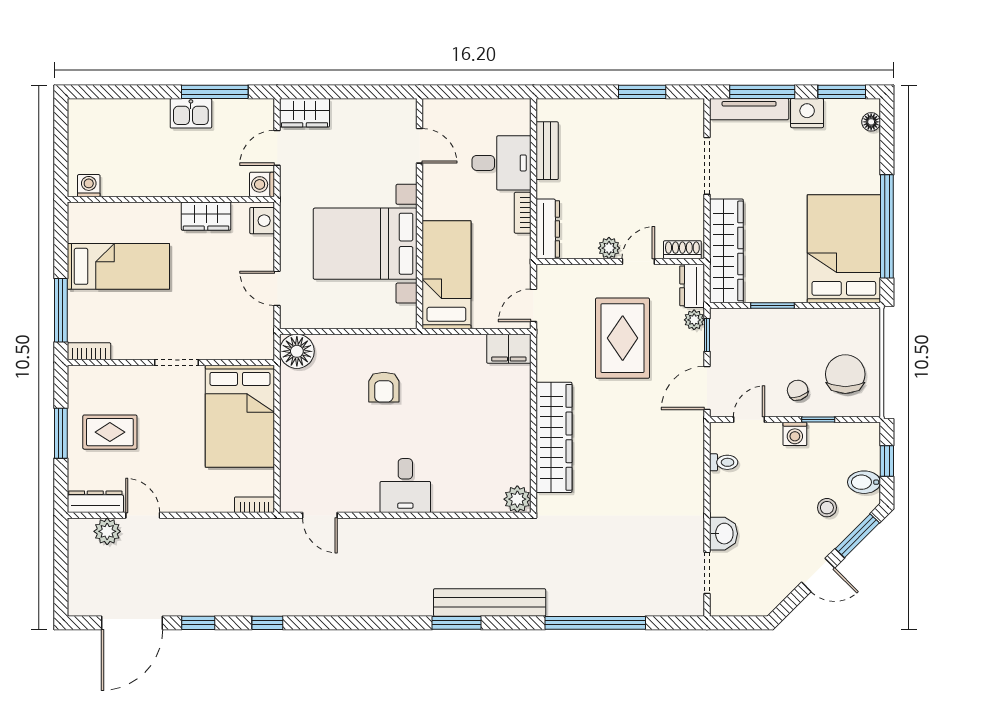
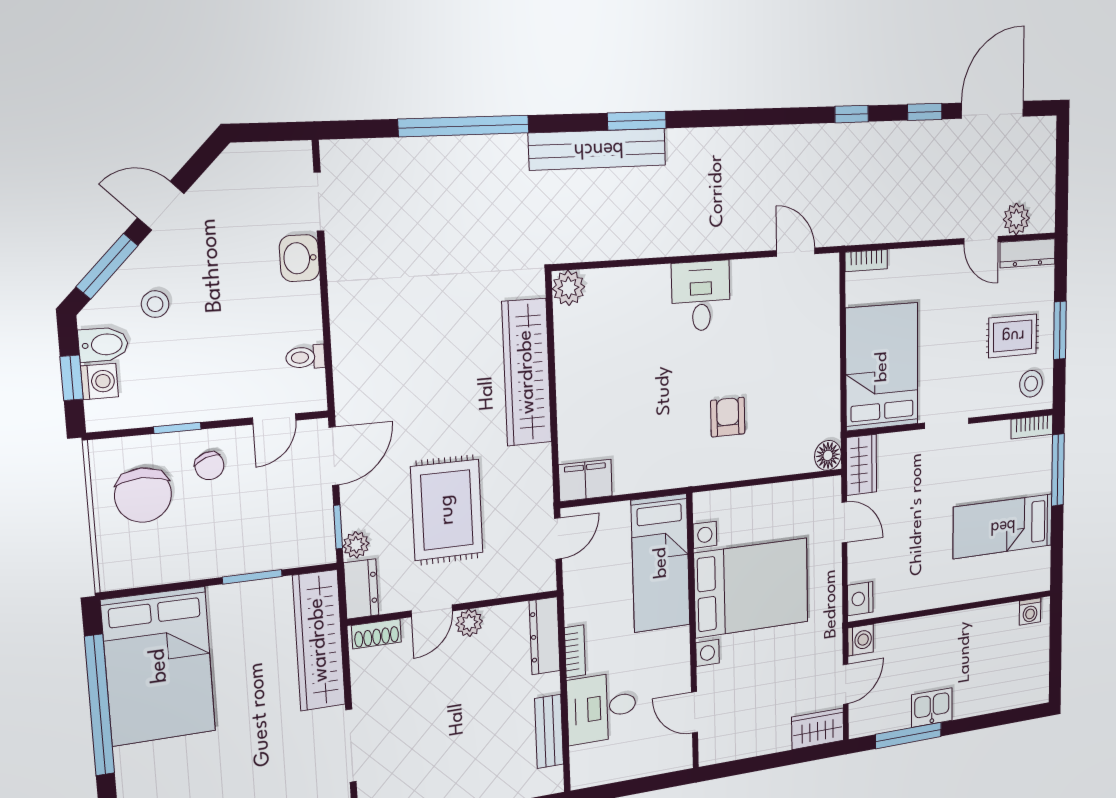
wardrobe: (206, 216) -> (861, 465), moved, turned 90
floor lamp: (297, 351) -> (828, 455), width x0.73, depth x0.73
stool: (90, 389) -> (1031, 384), added
washing machine: (795, 434) -> (99, 381), moved, turned 90

